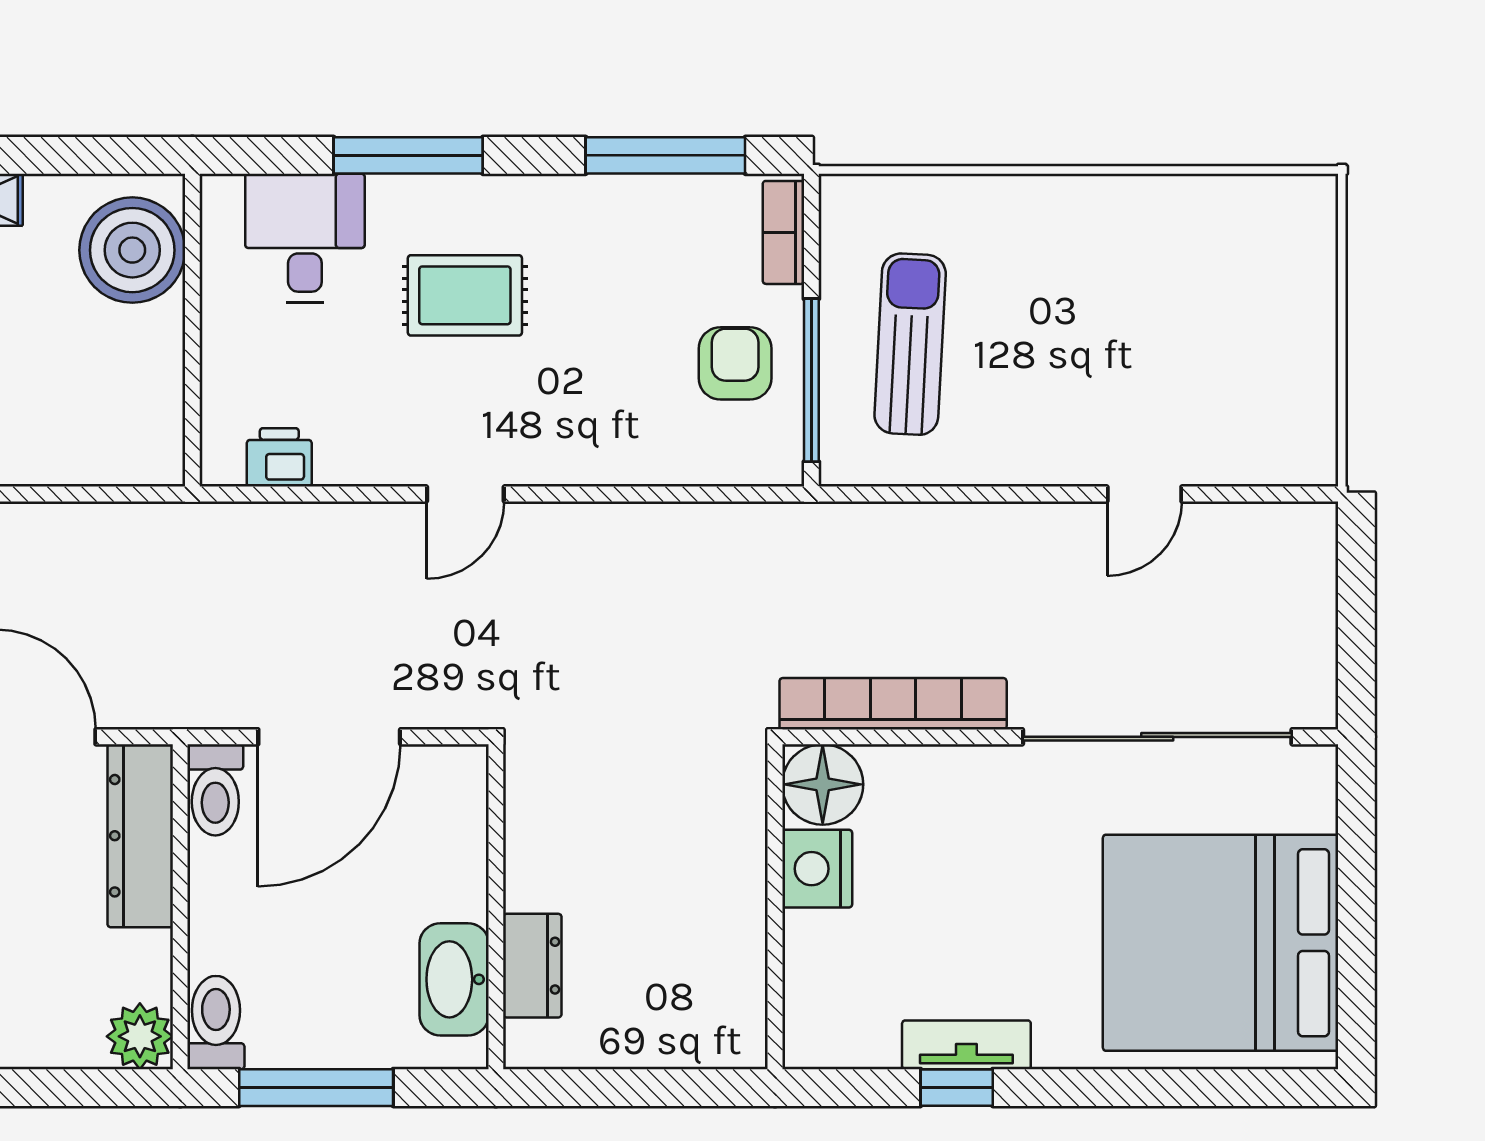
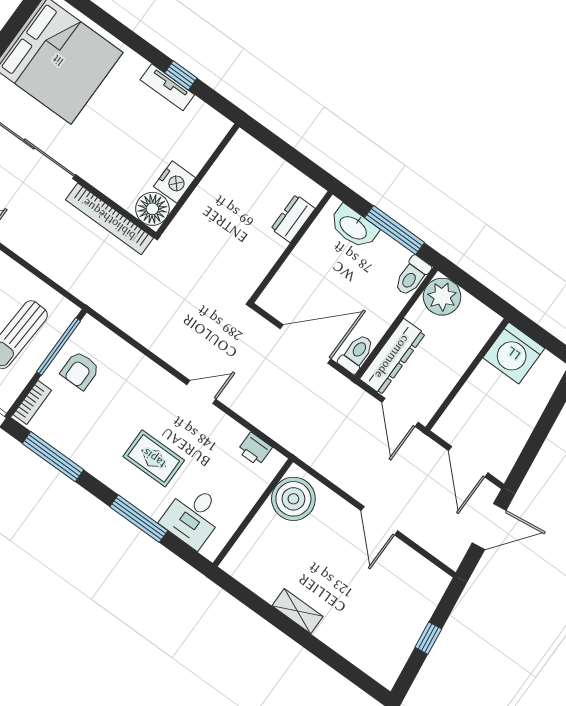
boiler: (132, 250) -> (293, 499), moved
washbasin: (454, 979) -> (354, 227), moved, turned 90
plant: (140, 1036) -> (442, 297), width x1.36, depth x1.36

